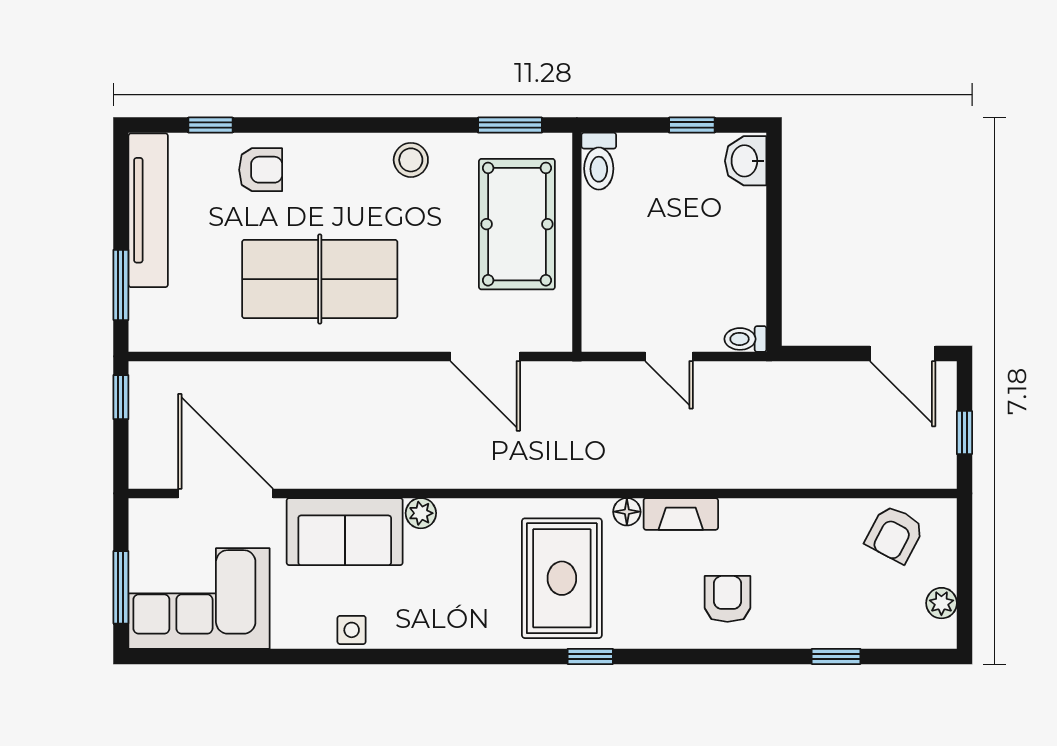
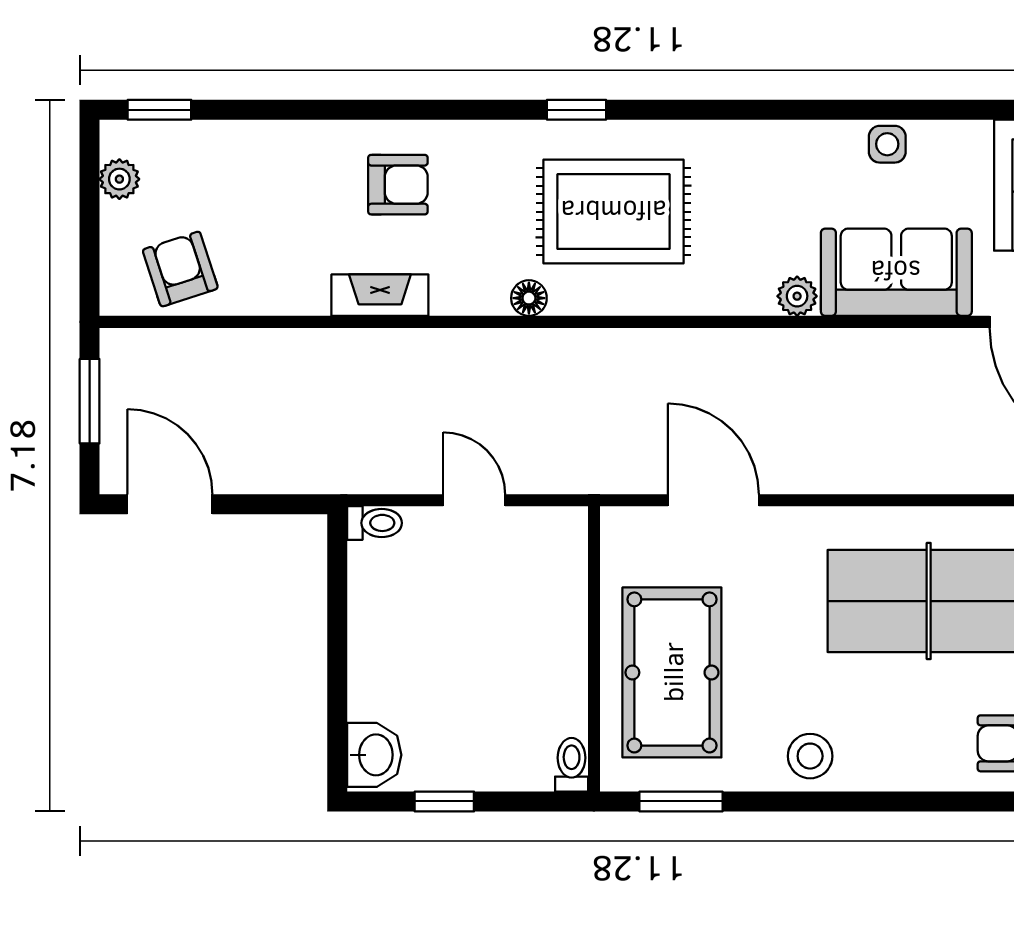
toilet: (599, 161) -> (572, 765), width x0.73, depth x0.72
window: (964, 433) -> (90, 401), width x1.50
fireplace: (681, 514) -> (380, 295), moved
armchair: (895, 534) -> (180, 269), turned -46
rug: (562, 578) -> (614, 212), turned 90
armchair: (727, 599) -> (398, 185), turned -90
window: (836, 656) -> (159, 110), moved

